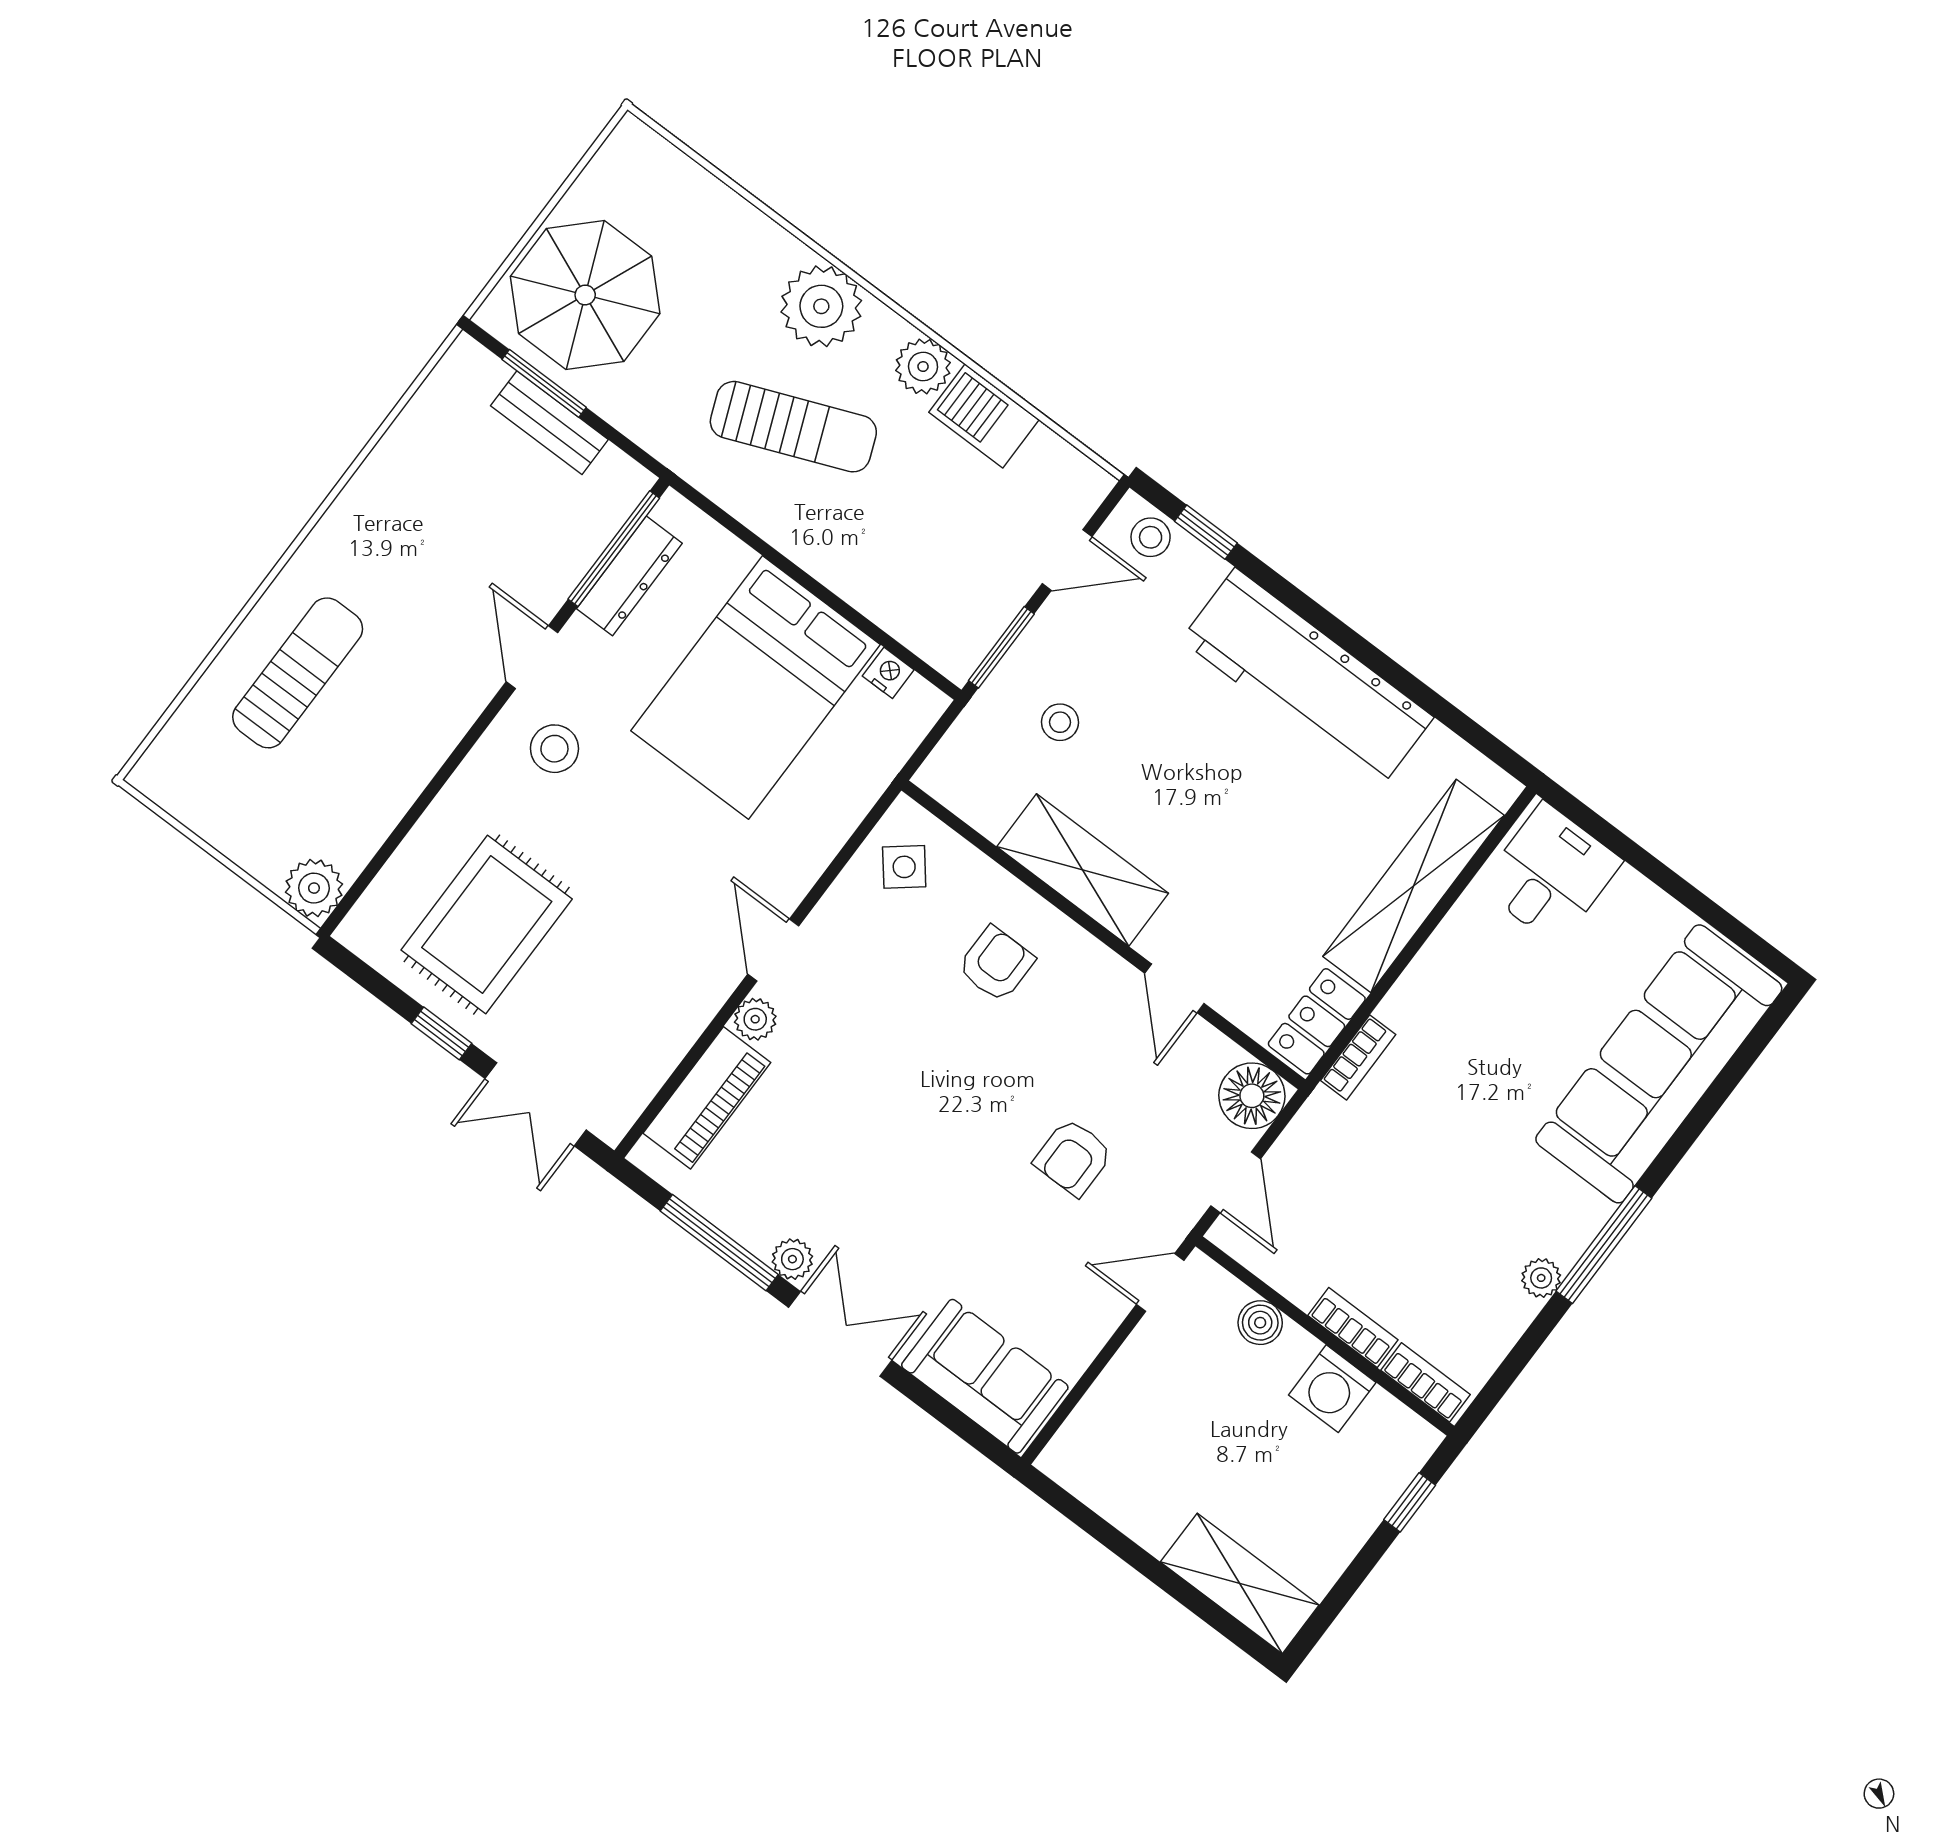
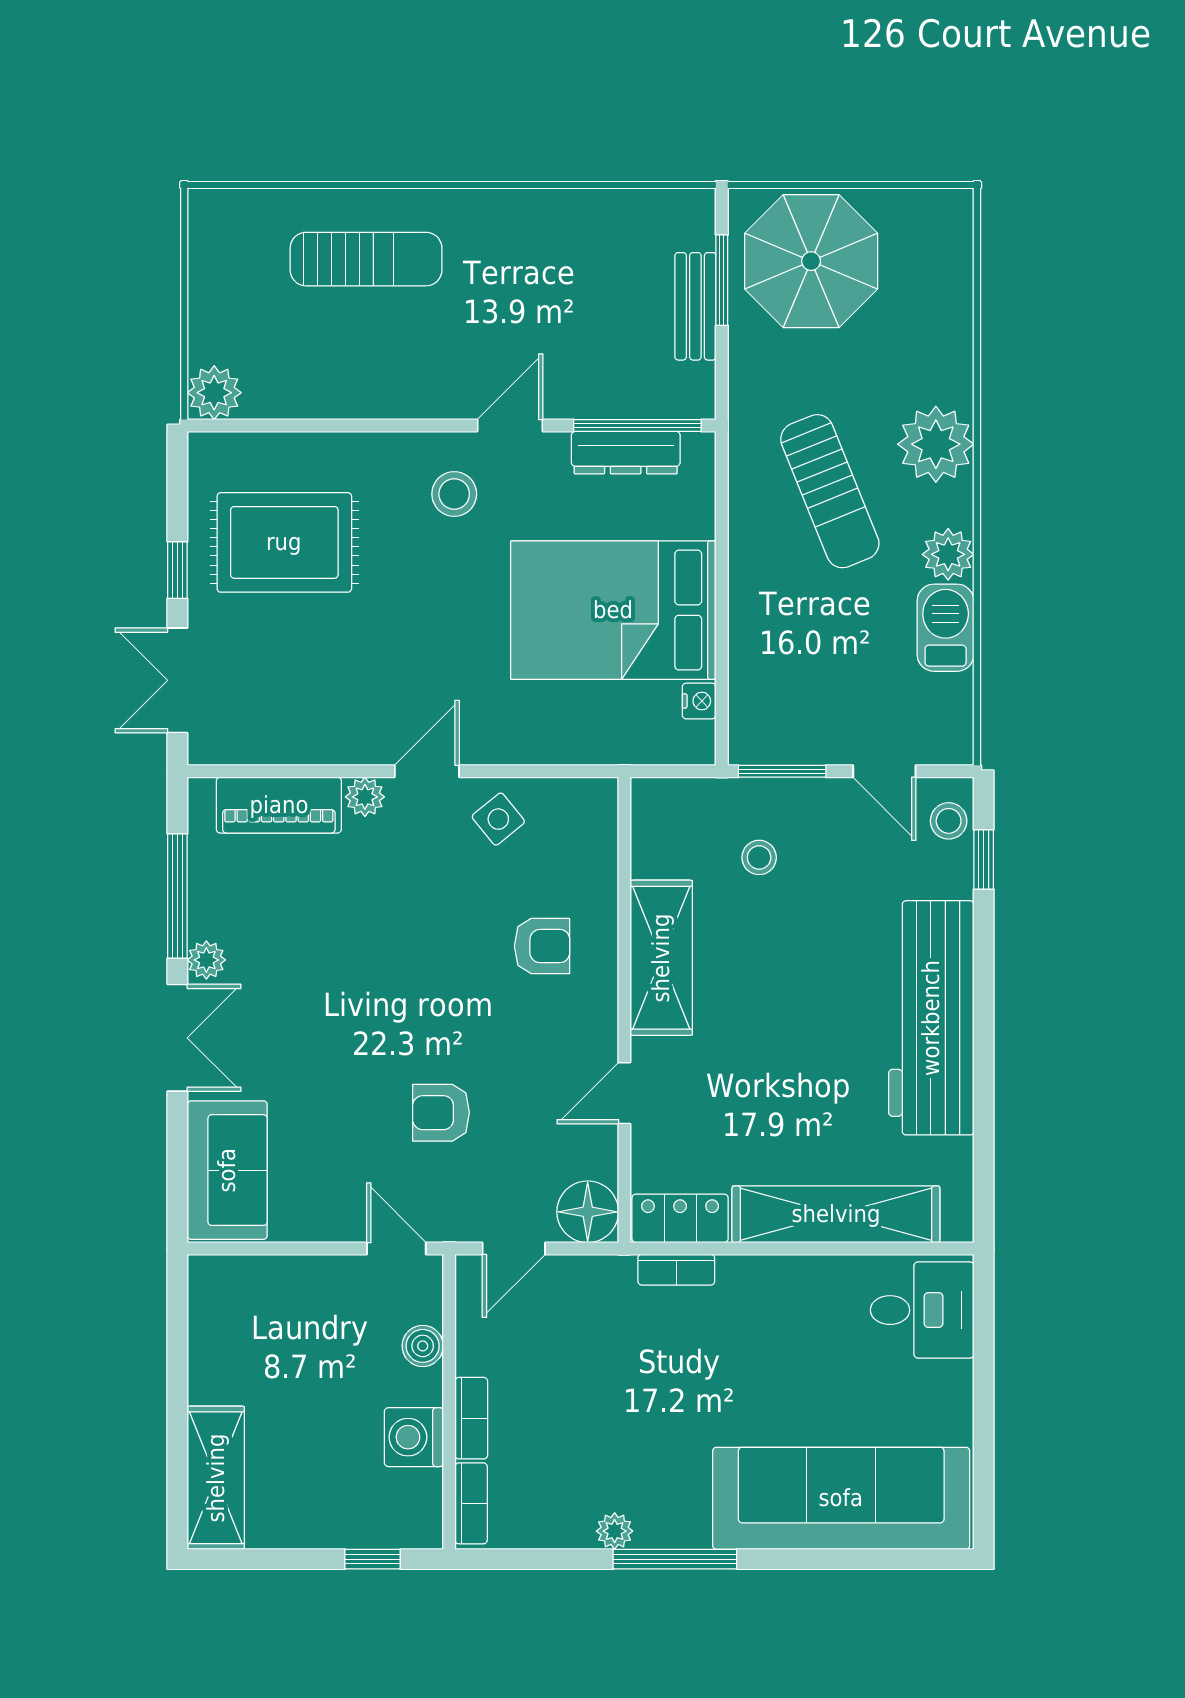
side table: (904, 867) -> (498, 819), moved

